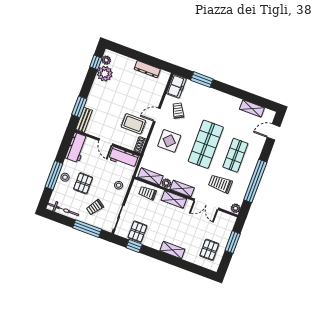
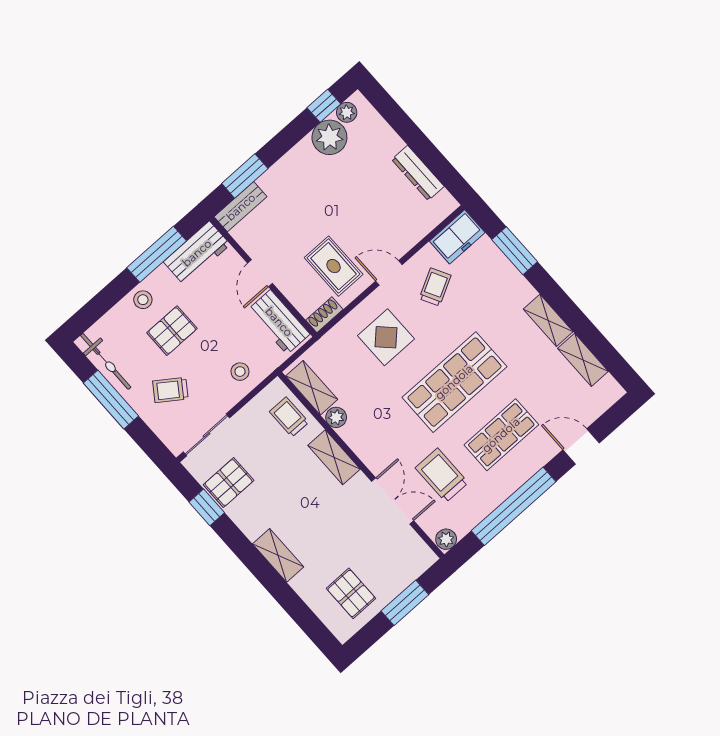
door: (274, 132) -> (581, 446), moved
window: (54, 175) -> (157, 254), moved
shelving: (182, 189) -> (548, 320), moved
double door: (206, 204) -> (393, 501), swing flipped
window: (87, 229) -> (111, 399), moved
pallet: (209, 250) -> (351, 593), turned 90

